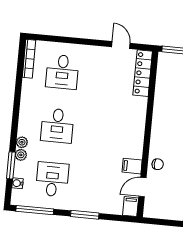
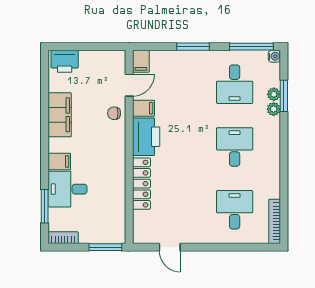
locker: (143, 73) -> (141, 184), moved
plant: (22, 142) -> (274, 94), moved
printer: (132, 142) -> (146, 137), added
water cooler: (18, 183) -> (274, 56), moved

